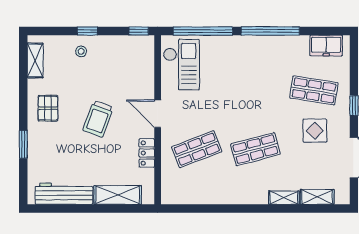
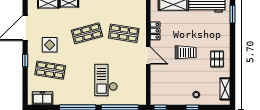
checkout: (181, 65) -> (106, 80), moved
trolley: (98, 119) -> (186, 52), turned 70
window: (23, 144) -> (233, 14), moved
shop shelf: (197, 149) -> (124, 33), turned 30

